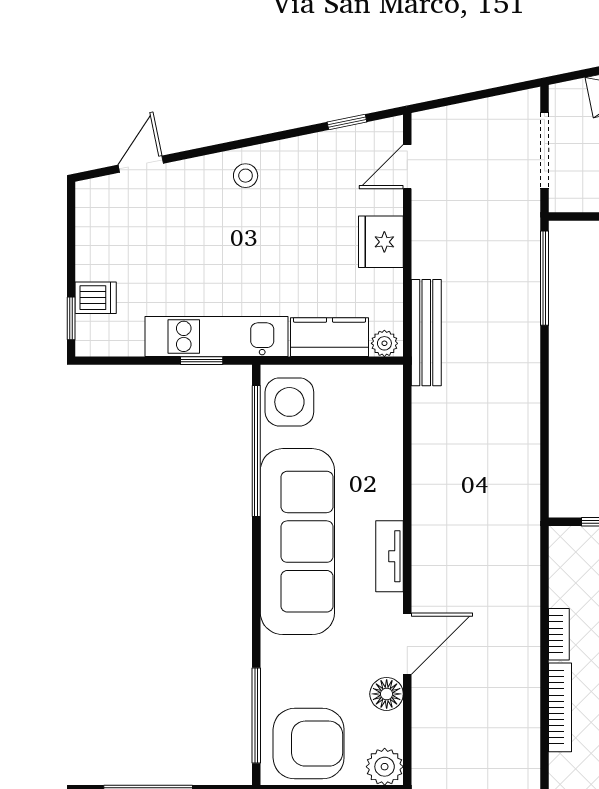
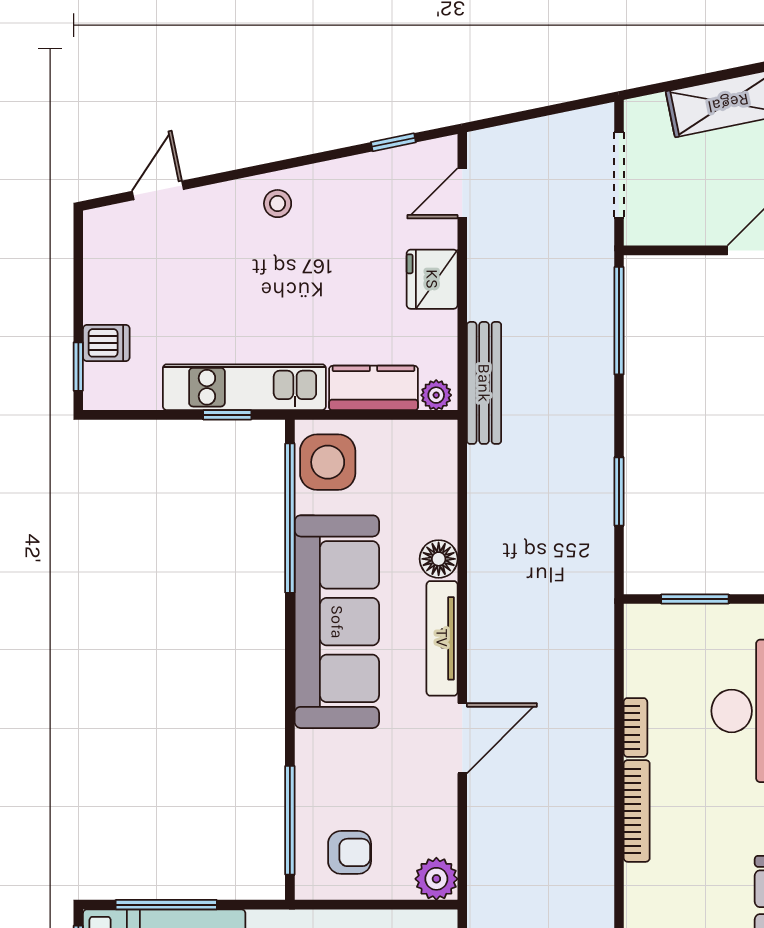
window: (544, 428) -> (619, 491), added
tv unit: (390, 556) -> (442, 638), width x1.41
floor lamp: (387, 694) -> (439, 559), moved
armchair: (309, 744) -> (350, 852), width x0.53, depth x0.53

